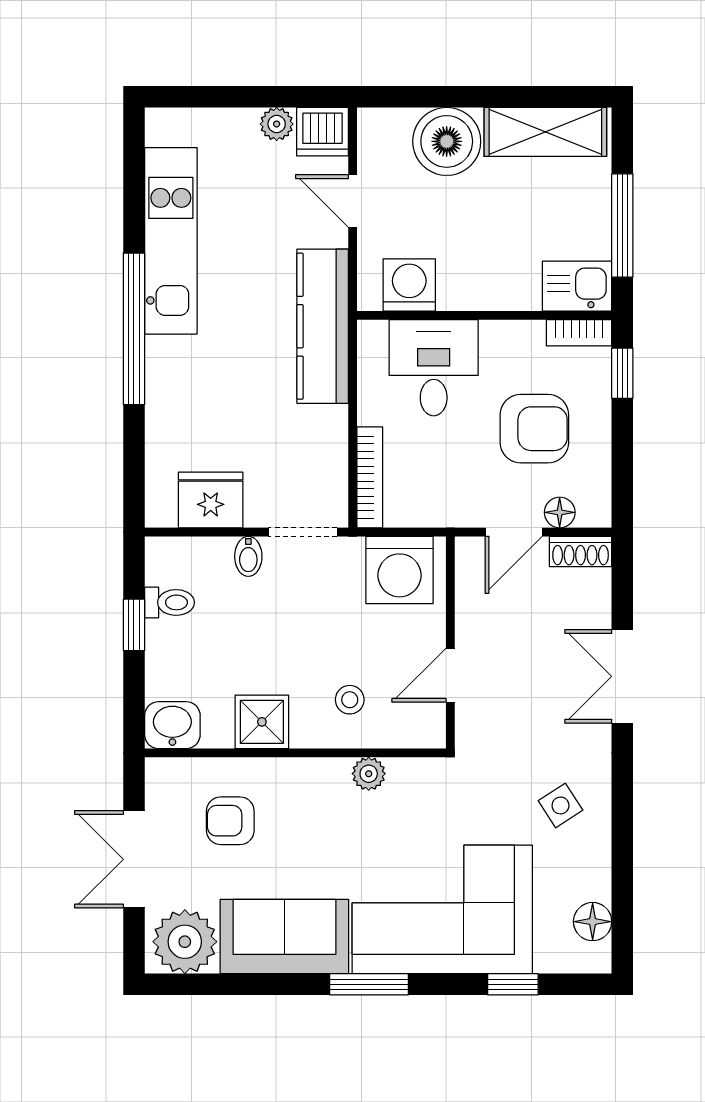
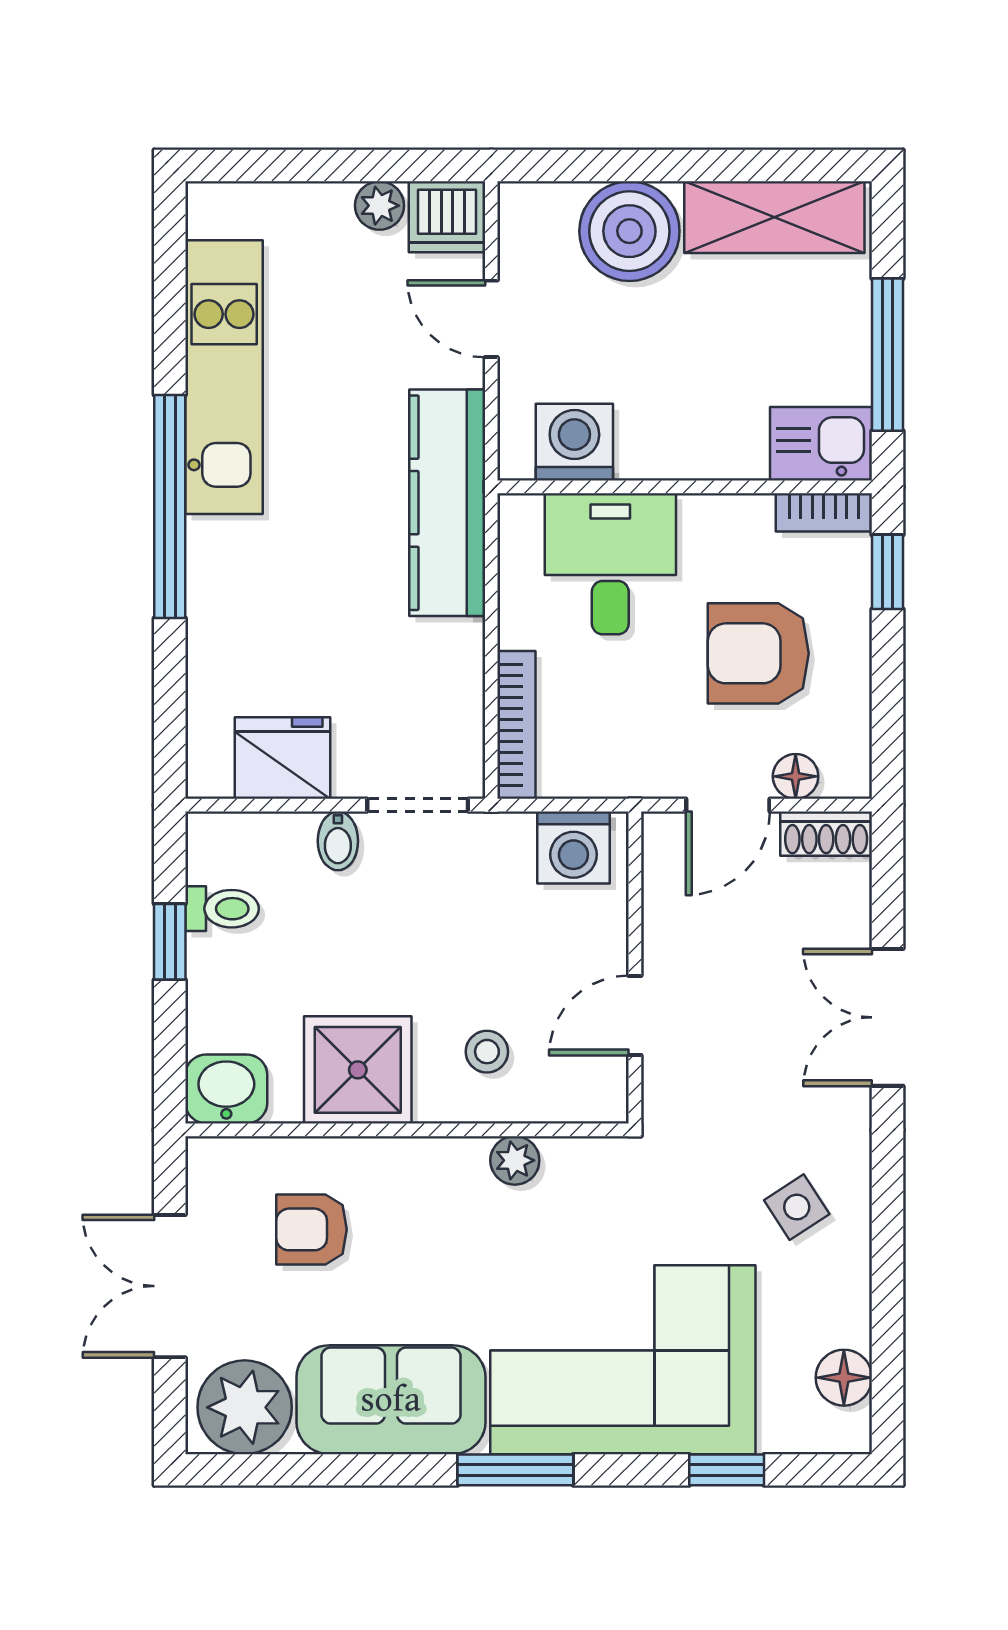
armchair: (534, 429) -> (758, 653), turned 180
washing machine: (400, 570) -> (573, 848), width x0.73, depth x0.73
shower: (262, 722) -> (358, 1070), width x1.36, depth x1.36

